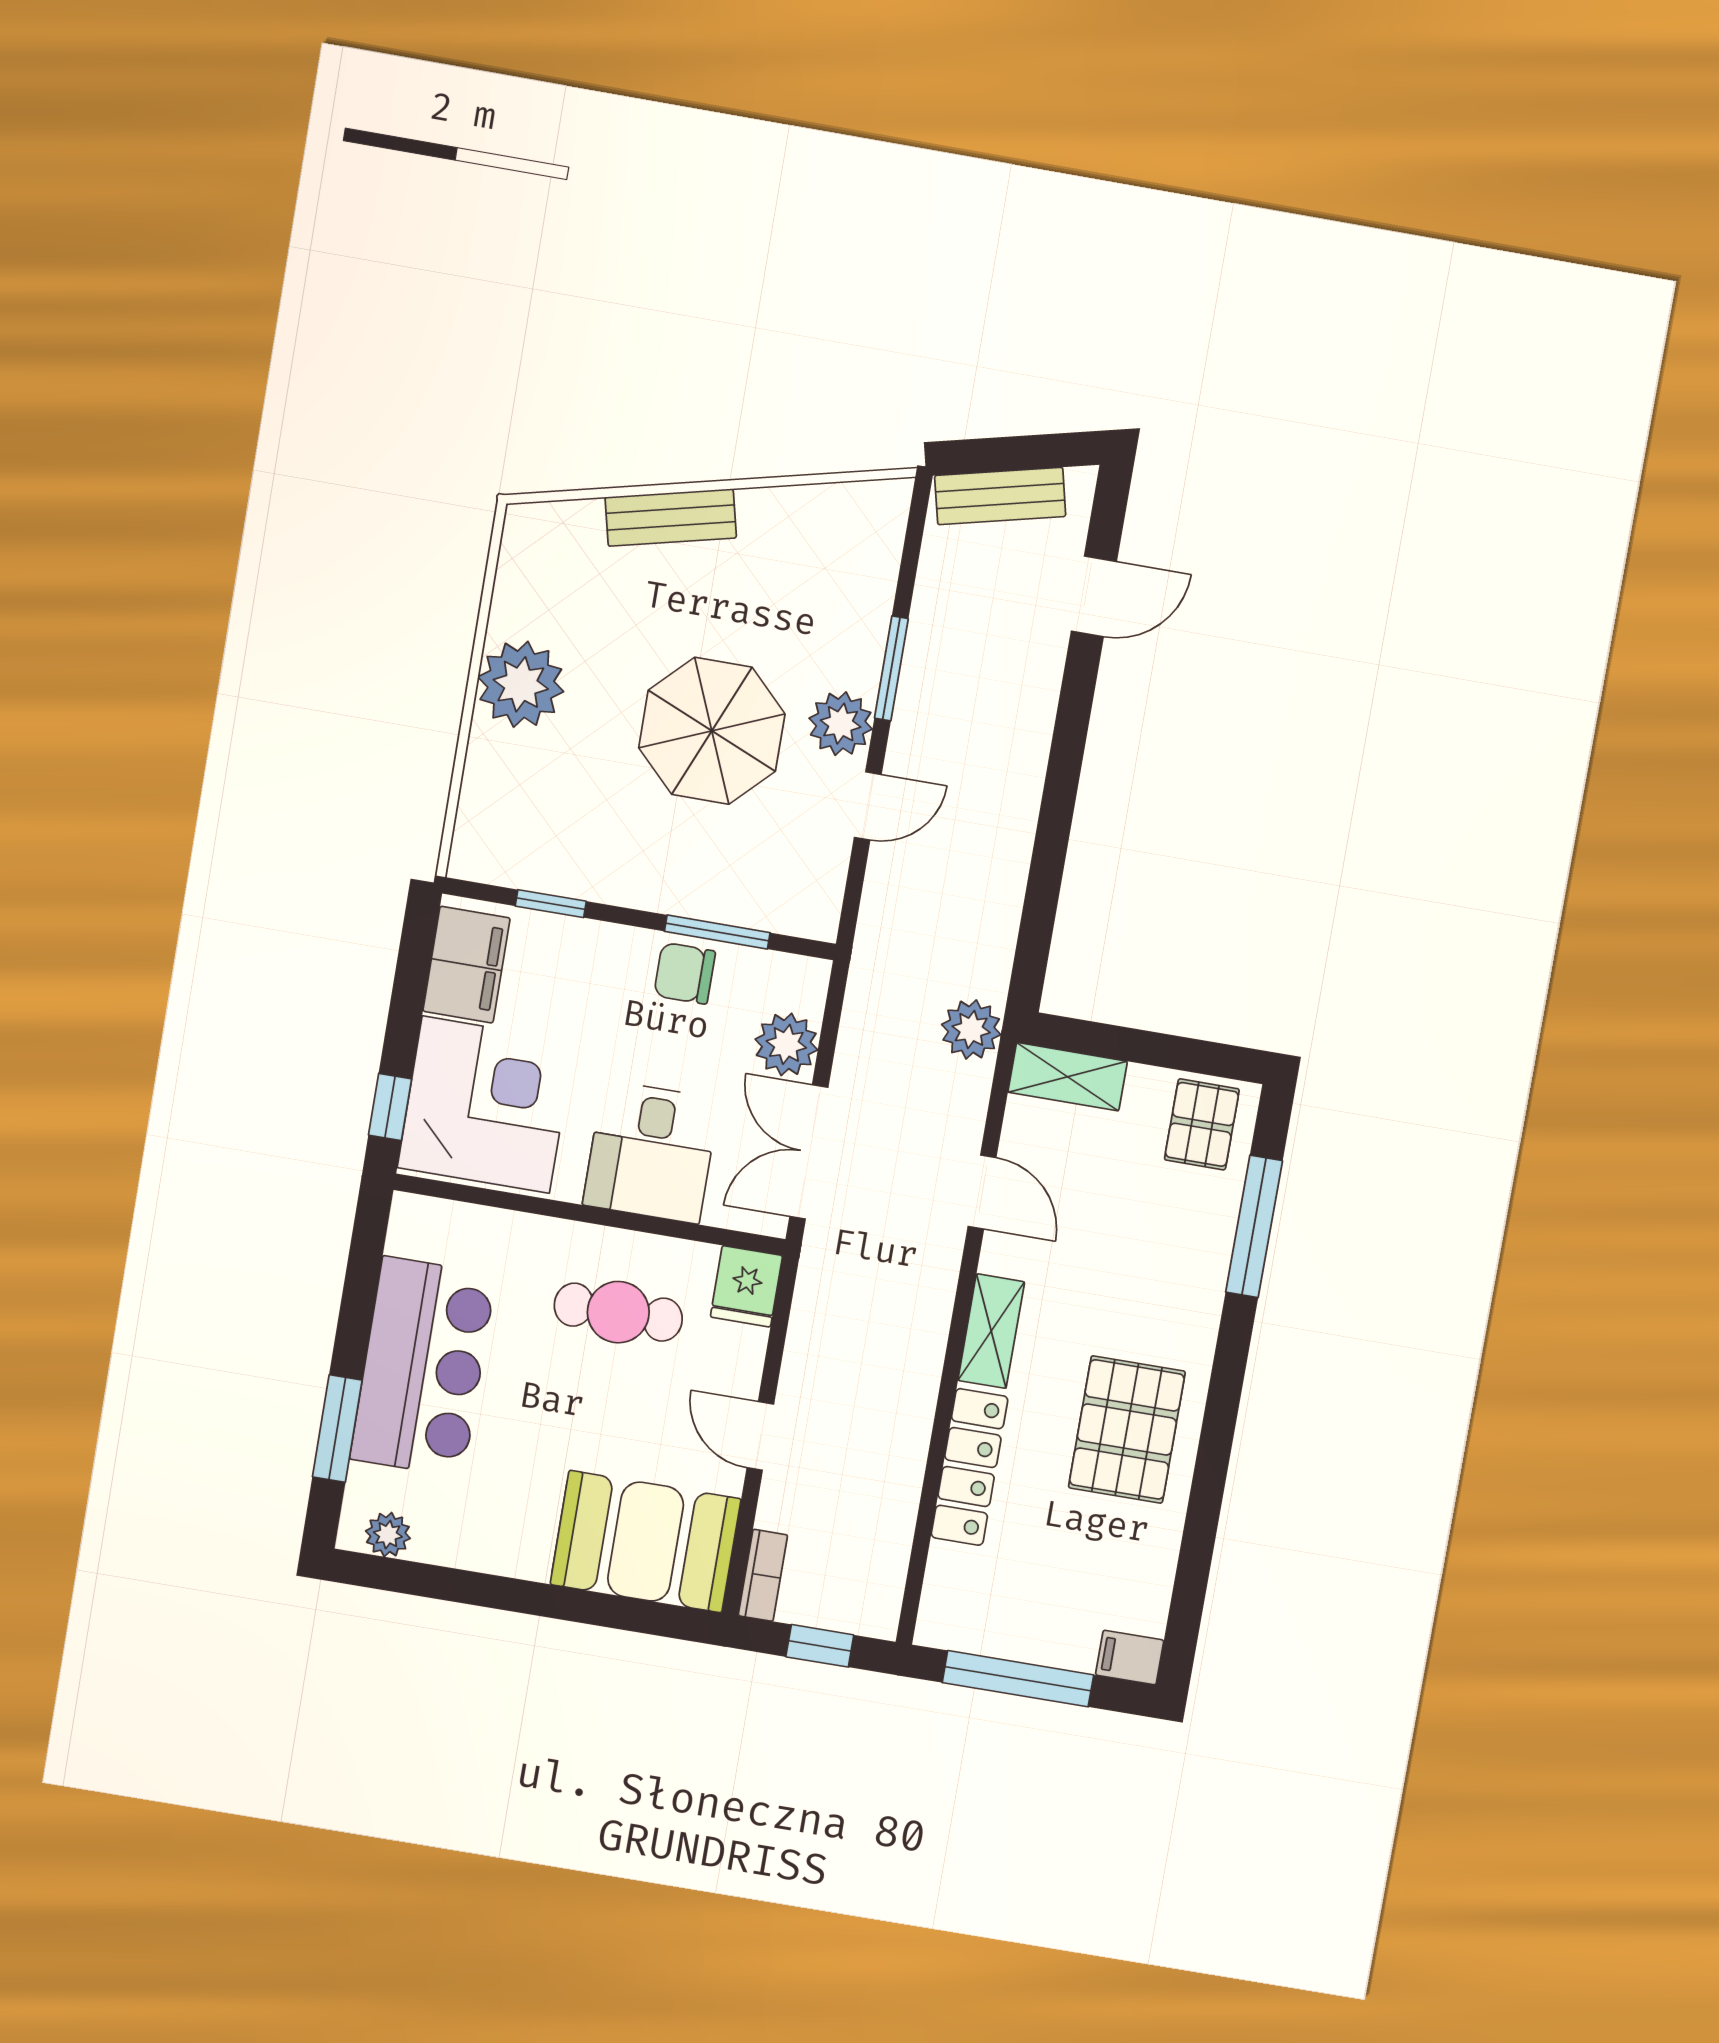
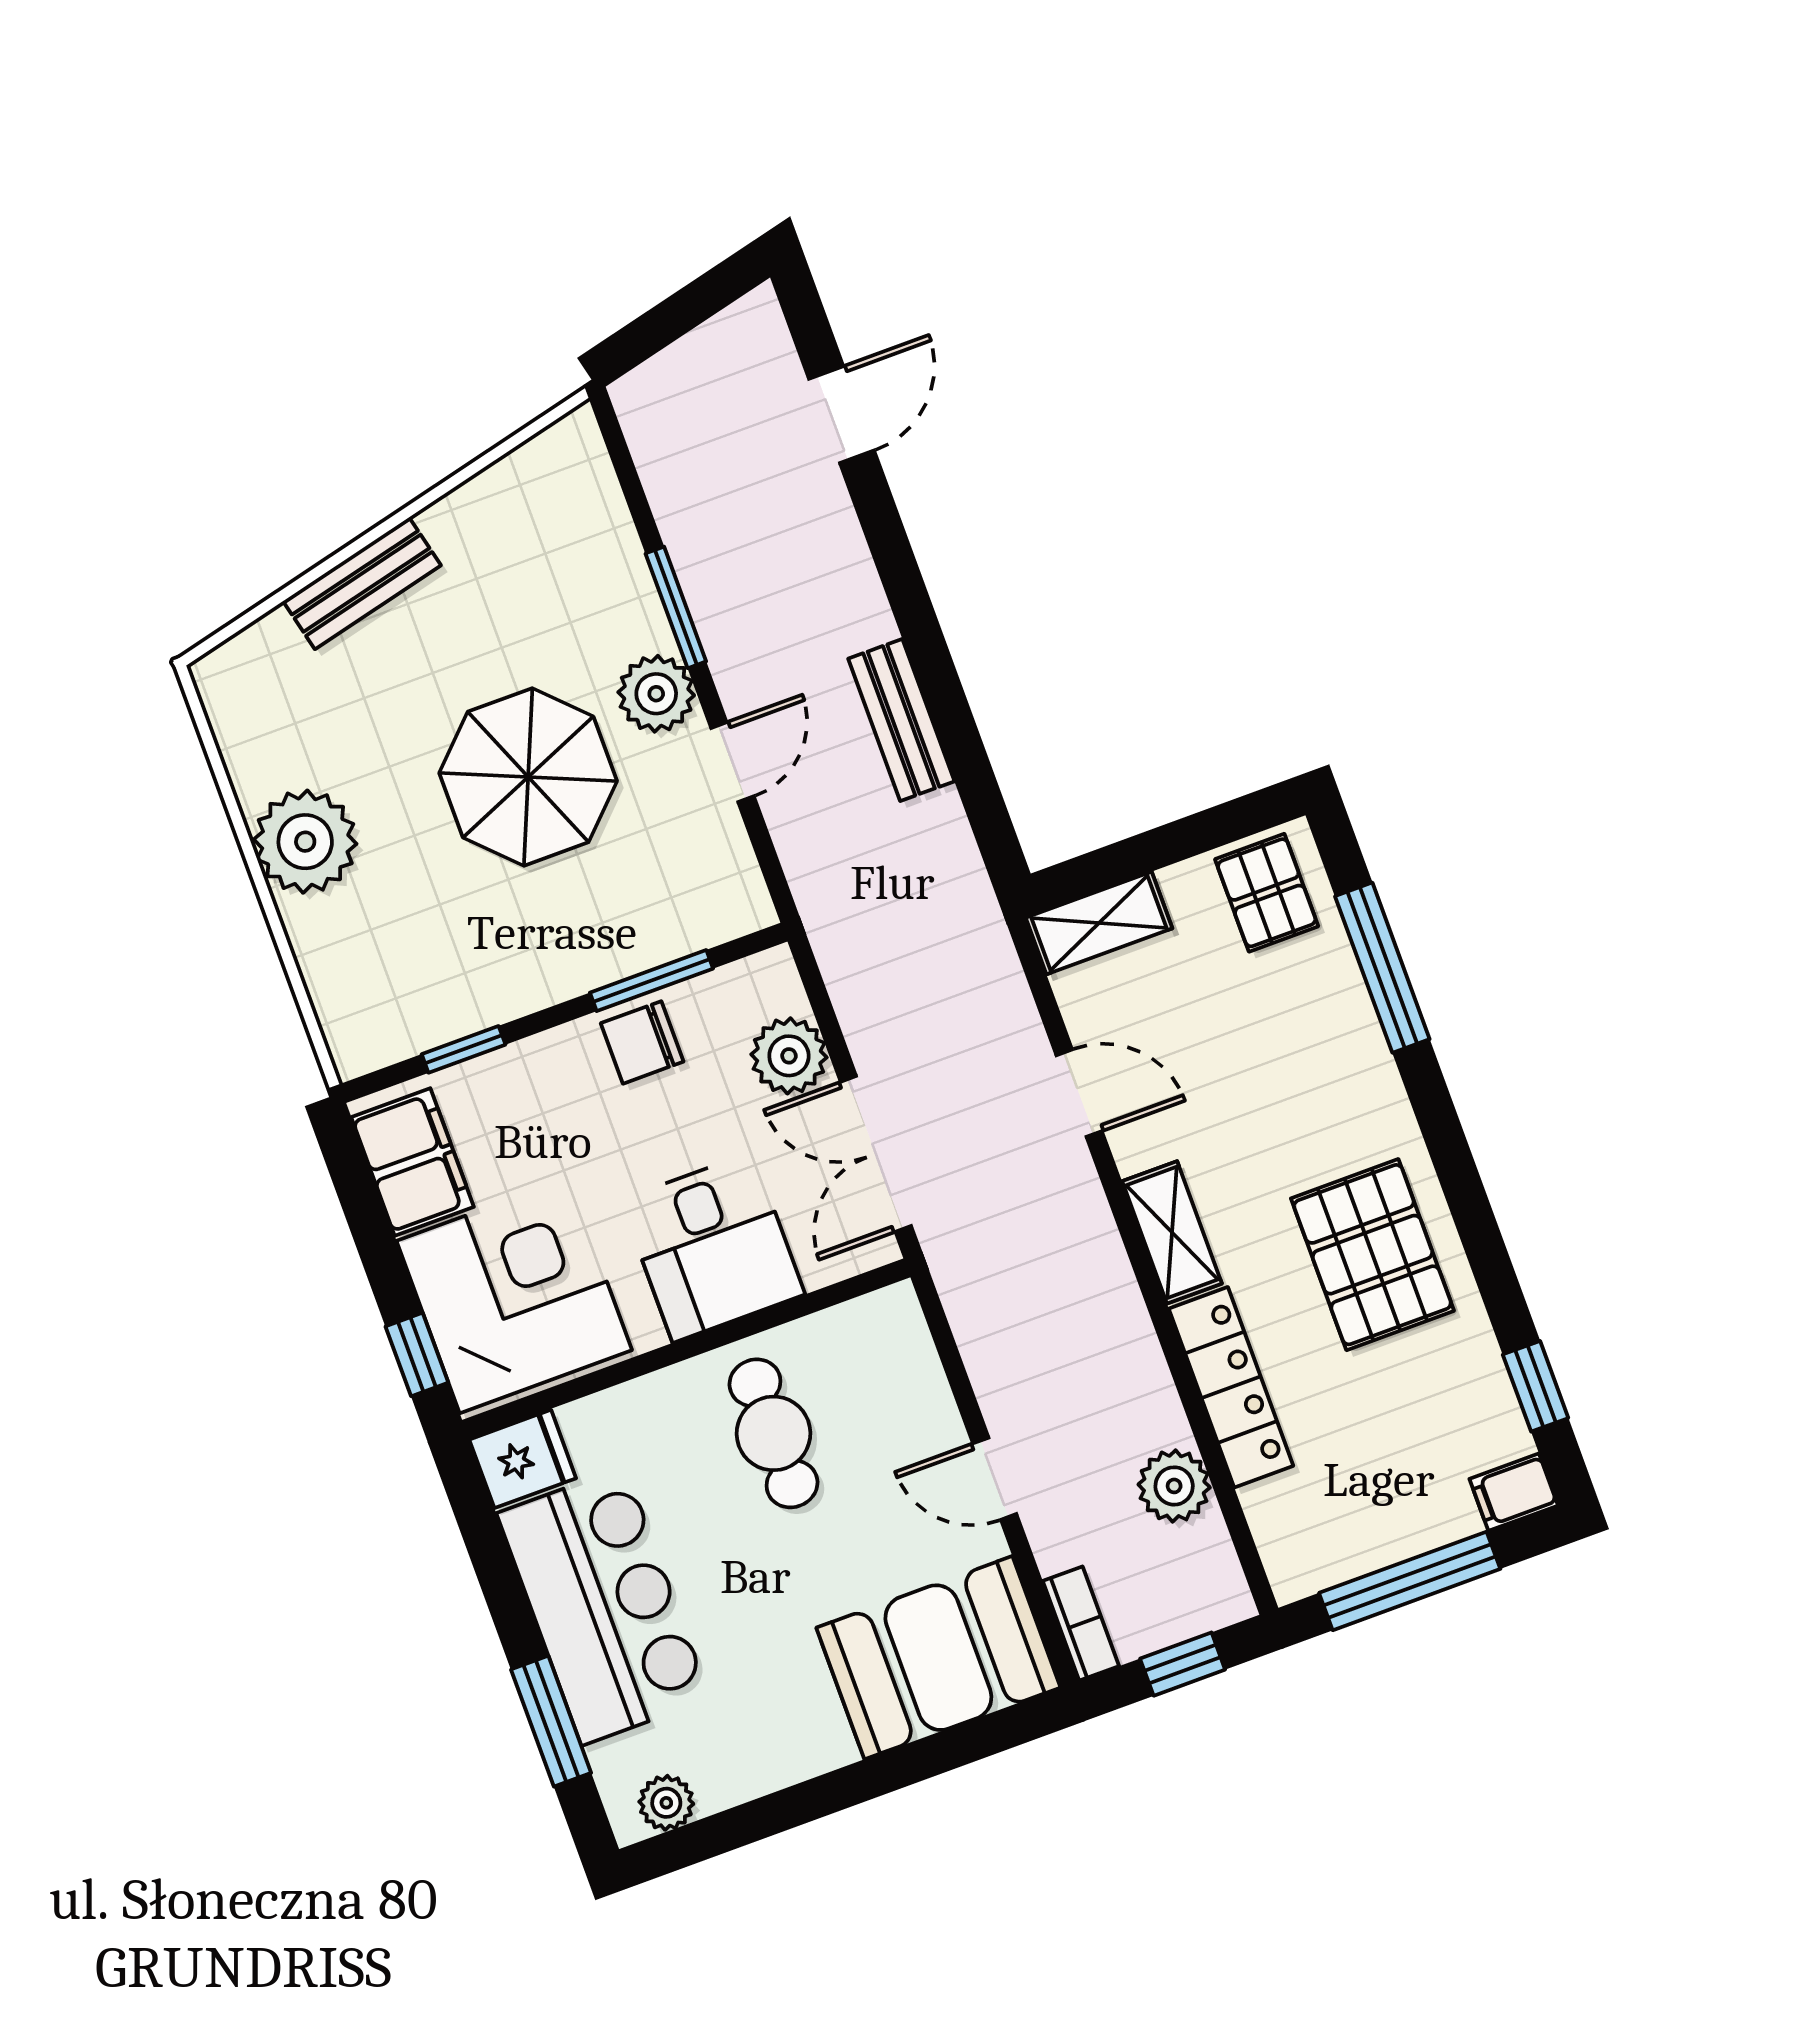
bench: (1000, 496) -> (901, 720), moved, turned -76
plant: (971, 1029) -> (1174, 1486), moved
fridge: (746, 1286) -> (523, 1459), moved, turned -90
cafe table: (618, 1312) -> (773, 1433), turned 90
window: (1189, 1591) -> (1536, 1386), added

